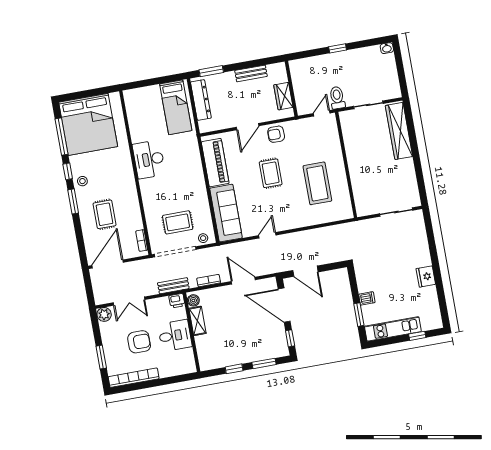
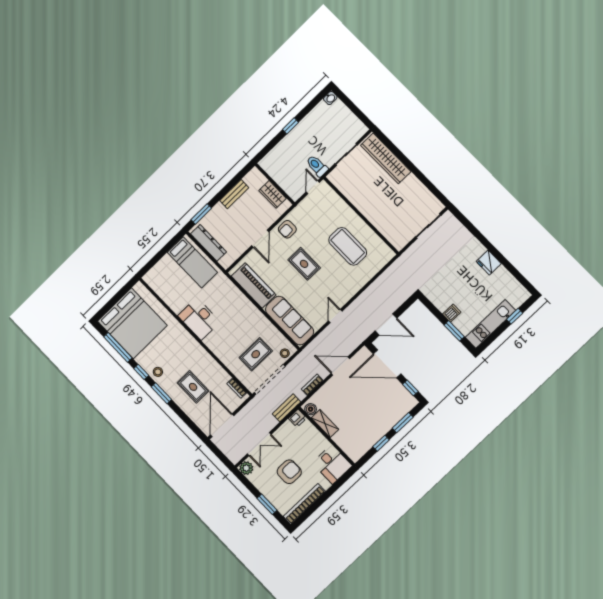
desk: (175, 336) -> (332, 464), moved, turned 90

